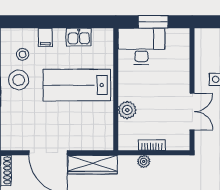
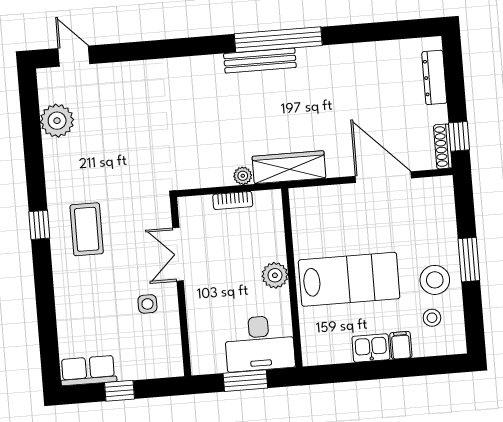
kitchen sink: (79, 37) -> (371, 348), moved
plant: (127, 110) -> (275, 275), moved
wardrobe: (93, 165) -> (289, 167), moved

